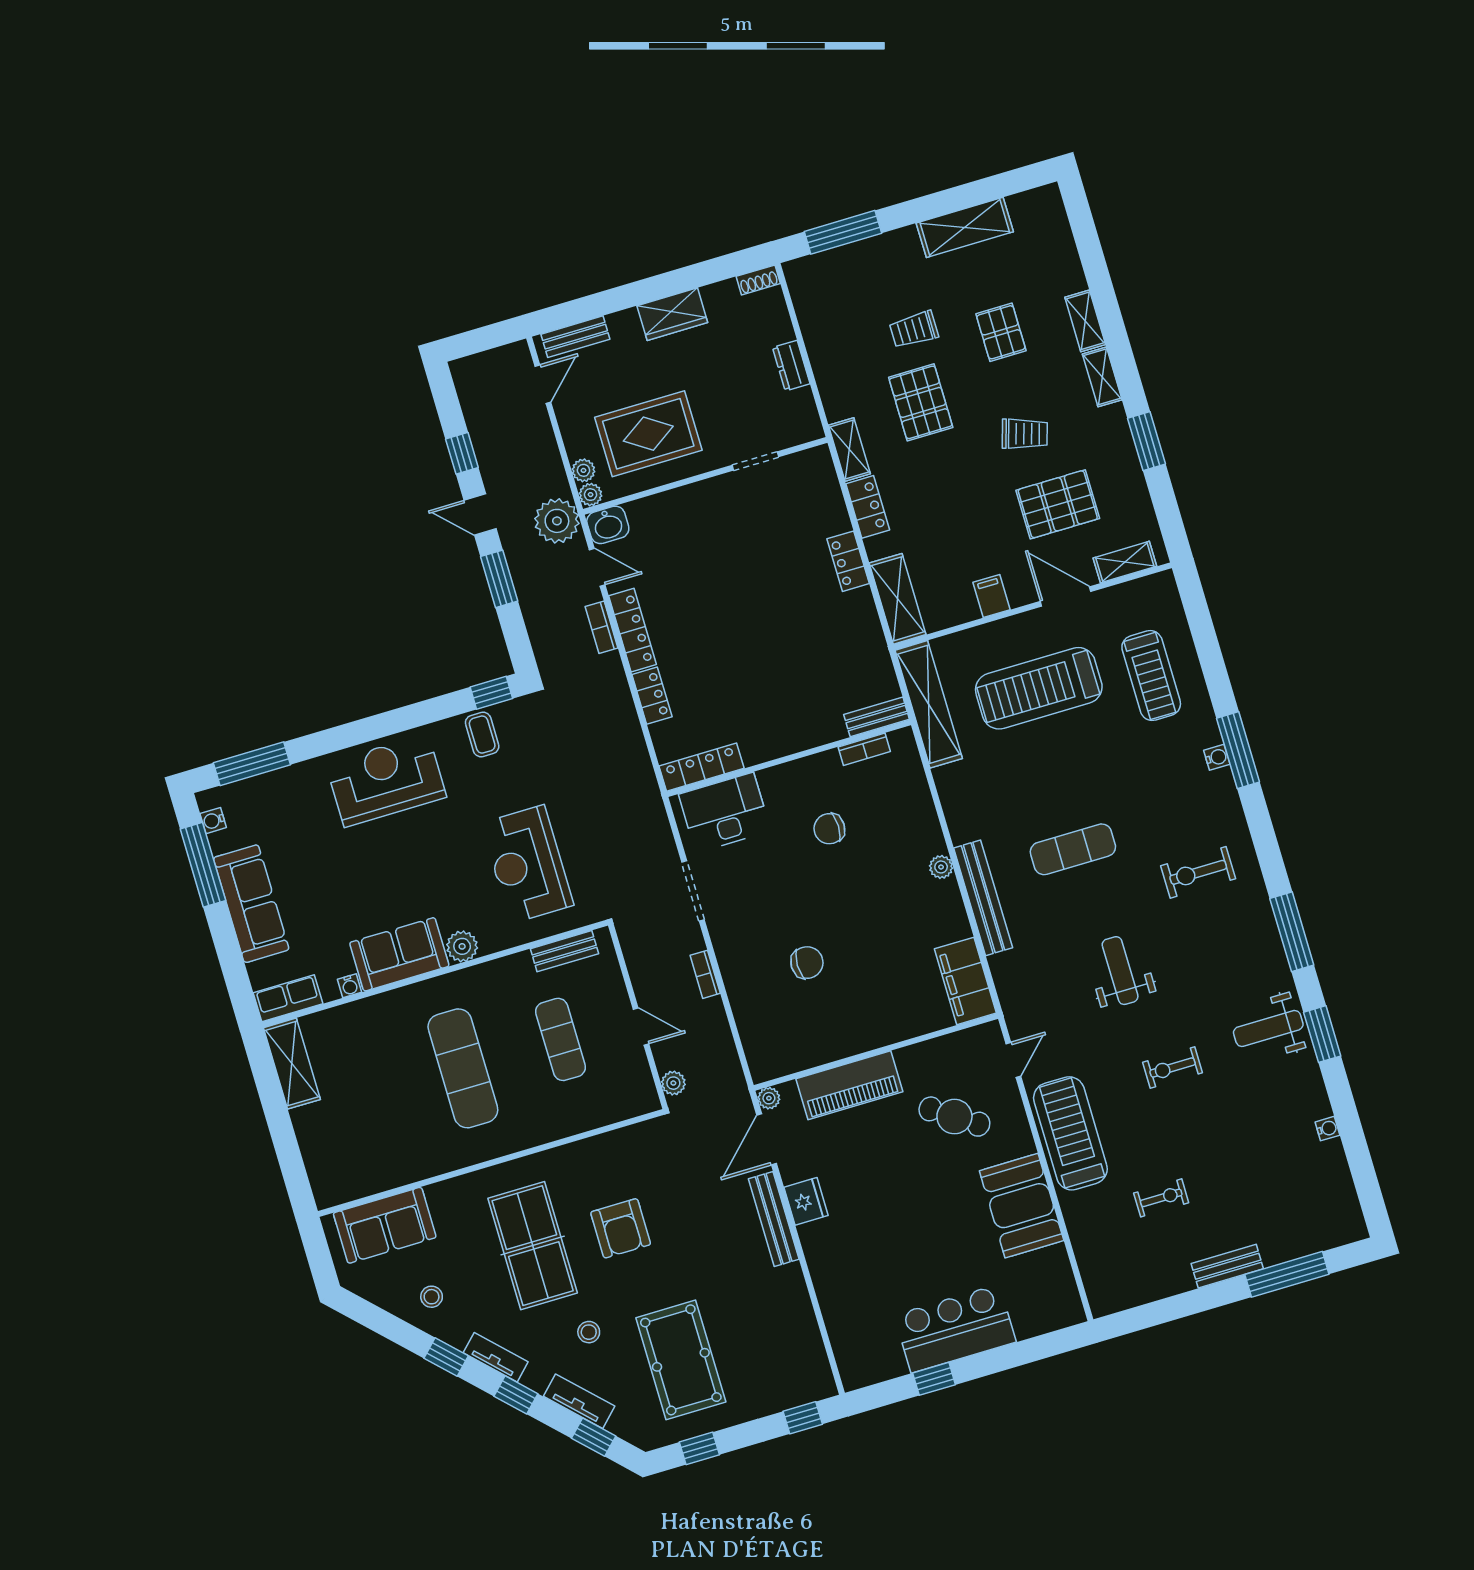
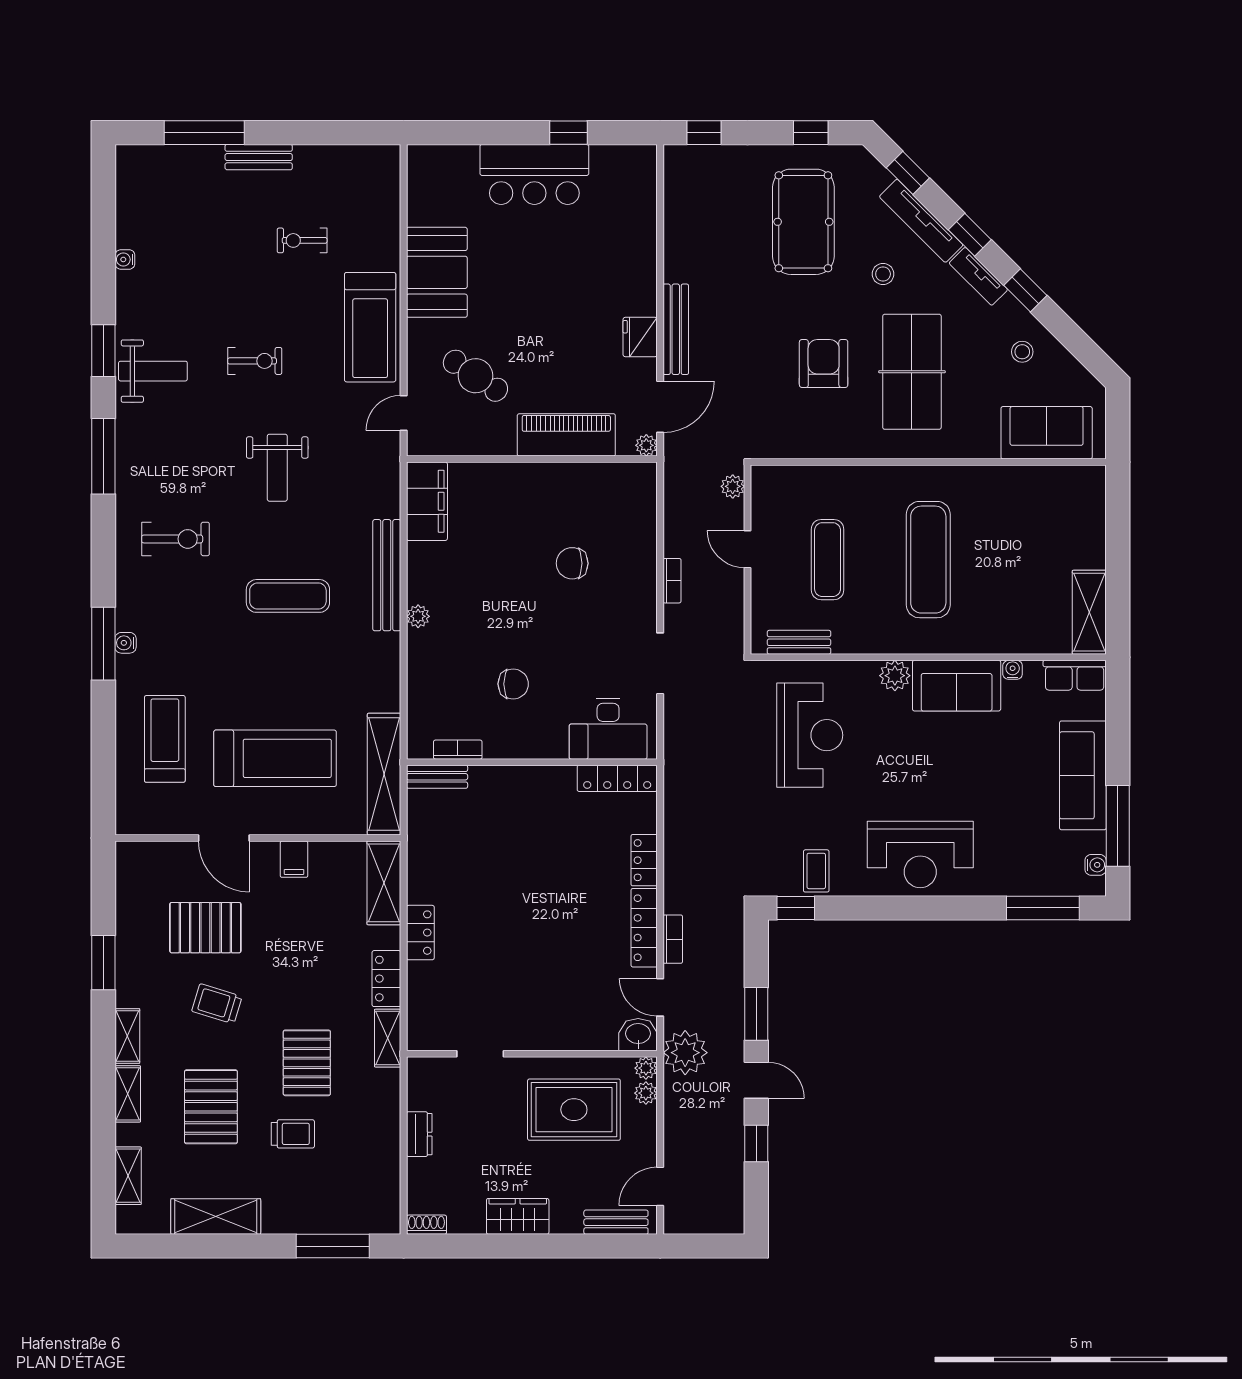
pallet: (1001, 332) -> (211, 1107), width x1.50, depth x1.42
shelving: (1125, 562) -> (128, 1176), moved, turned 90
tv unit: (579, 1401) -> (921, 221), width x1.41

